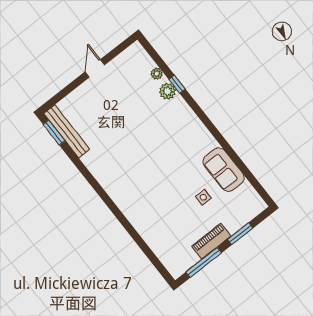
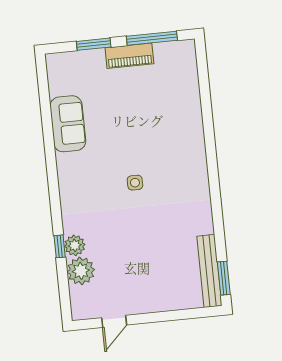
door: (95, 68) -> (114, 321), moved
plant: (157, 74) -> (81, 271), width x1.88, depth x1.88
side table: (203, 197) -> (135, 183), moved

